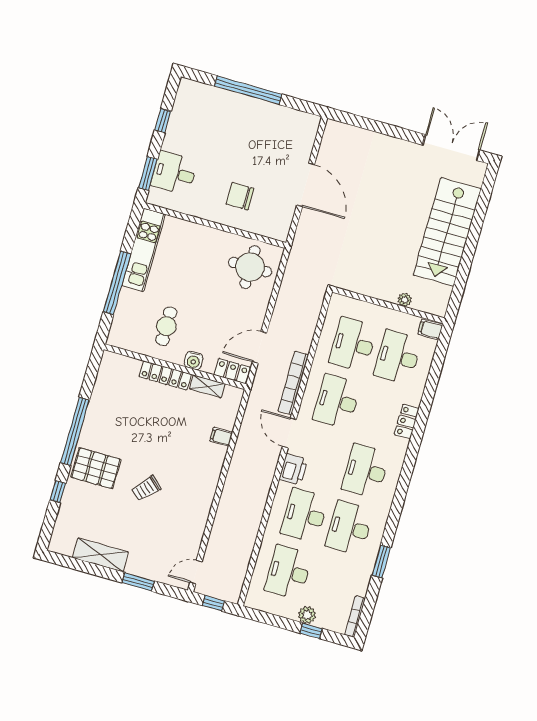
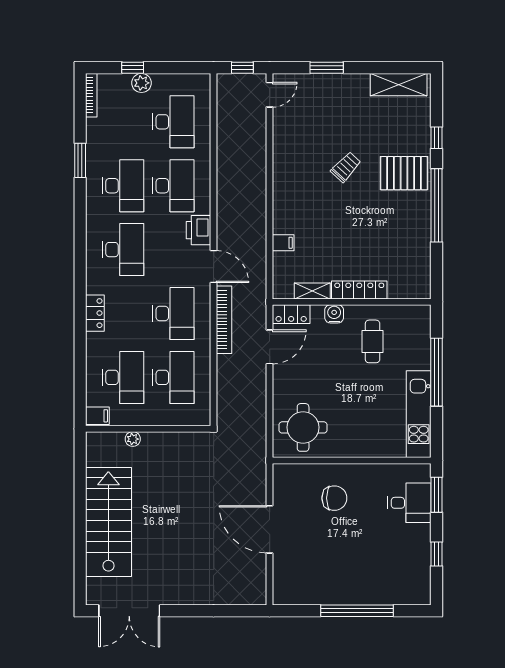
shelving: (100, 555) -> (399, 85), moved

